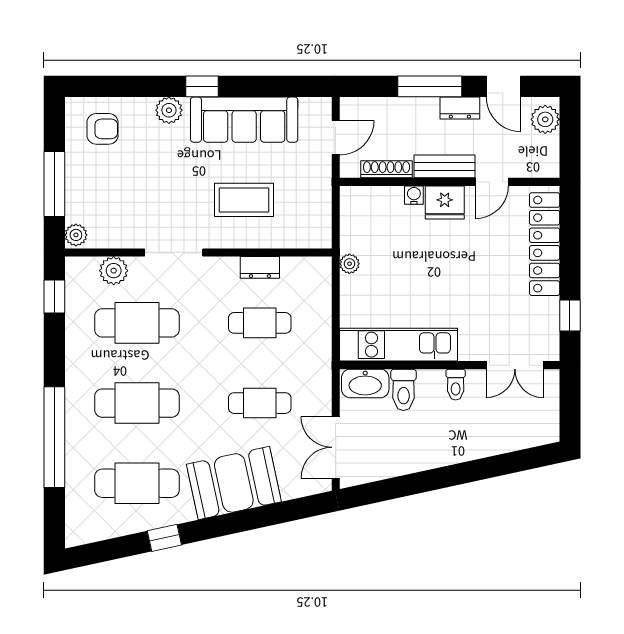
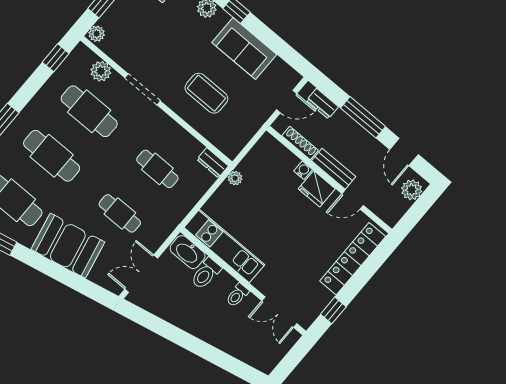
dresser: (460, 108) -> (322, 104), moved
sofa: (244, 120) -> (244, 49), width x0.73
dresser: (260, 267) -> (213, 163), moved

